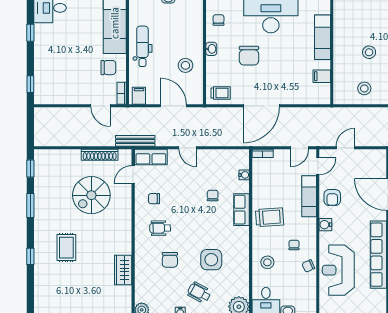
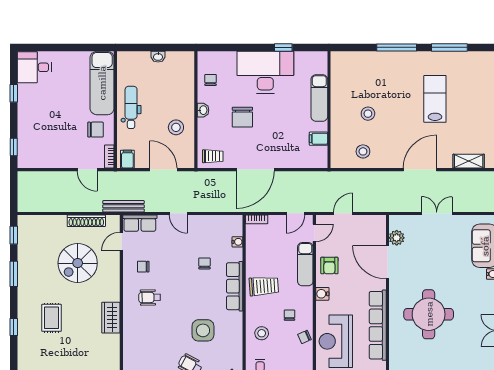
row of seats: (242, 210) -> (235, 286), width x1.48
chair: (170, 260) -> (160, 331), removed
wardrobe: (123, 270) -> (111, 318), moved

